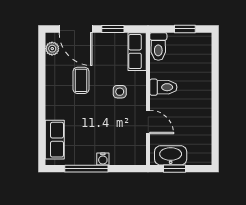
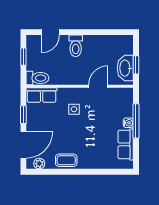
door: (215, 62) -> (50, 32), added
coffee table: (81, 80) -> (66, 160), moved
toilet: (163, 87) -> (76, 46), moved, turned 180
row of seats: (55, 140) -> (126, 144), moved, turned -90
window: (86, 169) -> (136, 121), moved

